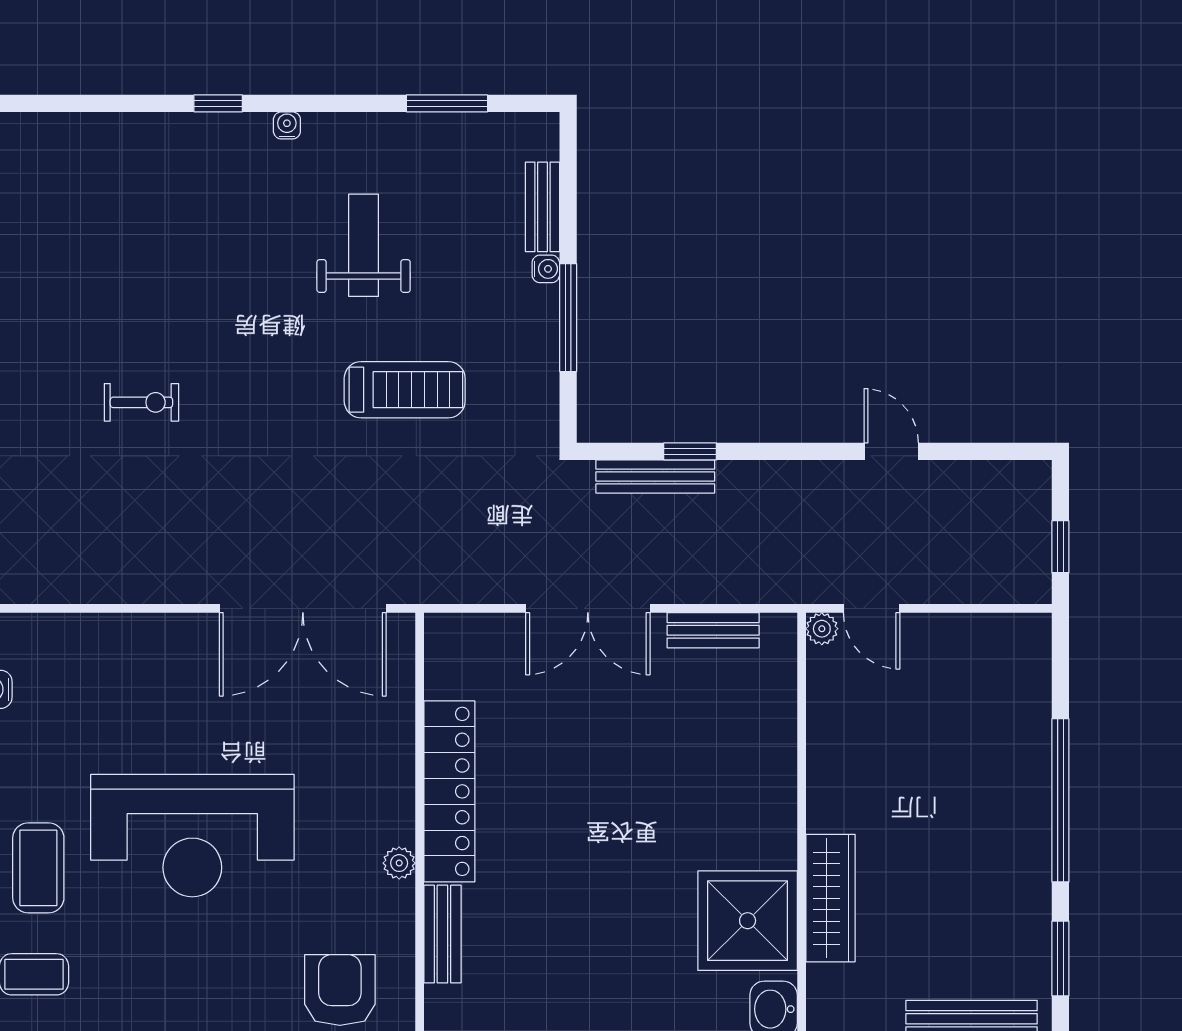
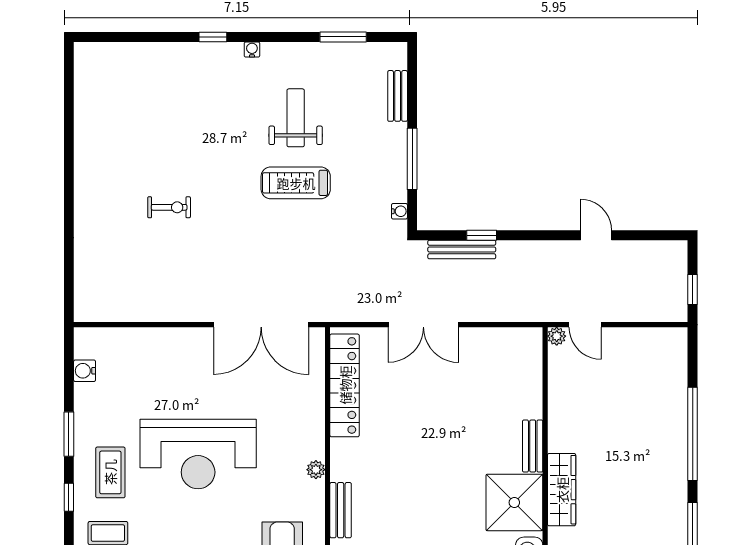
water cooler: (546, 269) -> (399, 211), moved
treadmill: (405, 390) -> (296, 183), moved, turned 180
bench: (713, 630) -> (533, 446), moved, turned 90
locker: (449, 791) -> (345, 385), moved

